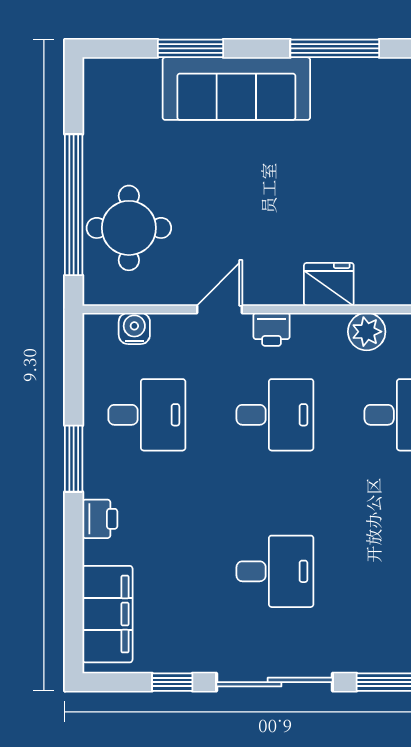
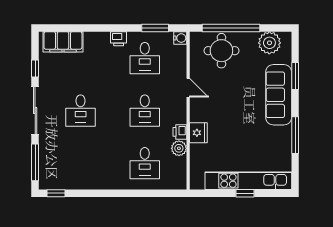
plant: (110, 111) -> (269, 43), added
water cooler: (134, 328) -> (180, 38), moved
printer: (272, 329) -> (180, 132), moved
window: (74, 459) -> (155, 28), moved
printer: (100, 519) -> (119, 39), moved

